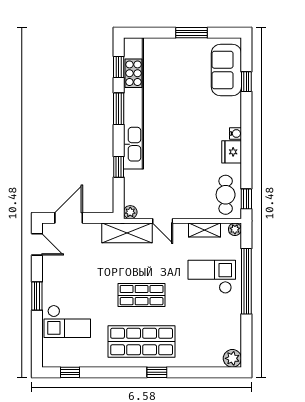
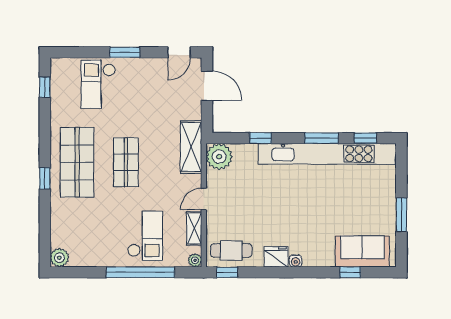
plant: (130, 212) -> (219, 157), width x1.88, depth x1.88
door: (163, 221) -> (204, 199), moved

